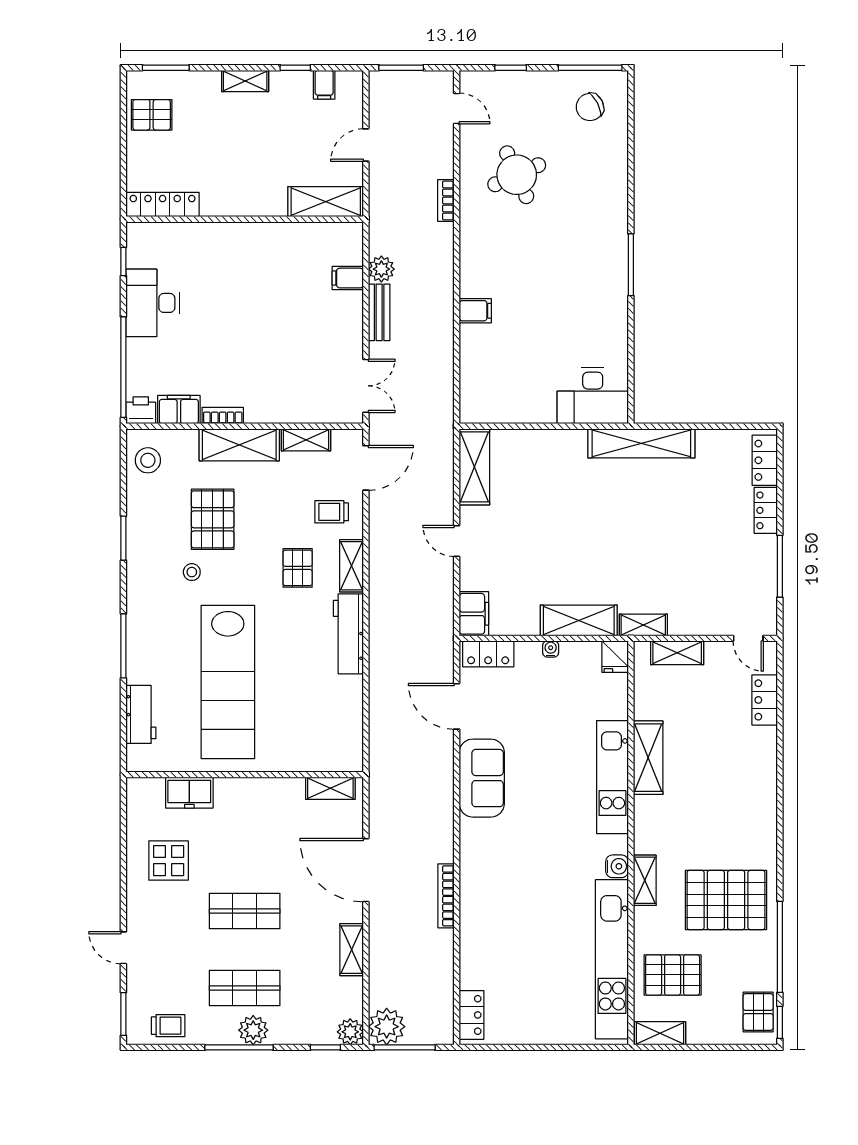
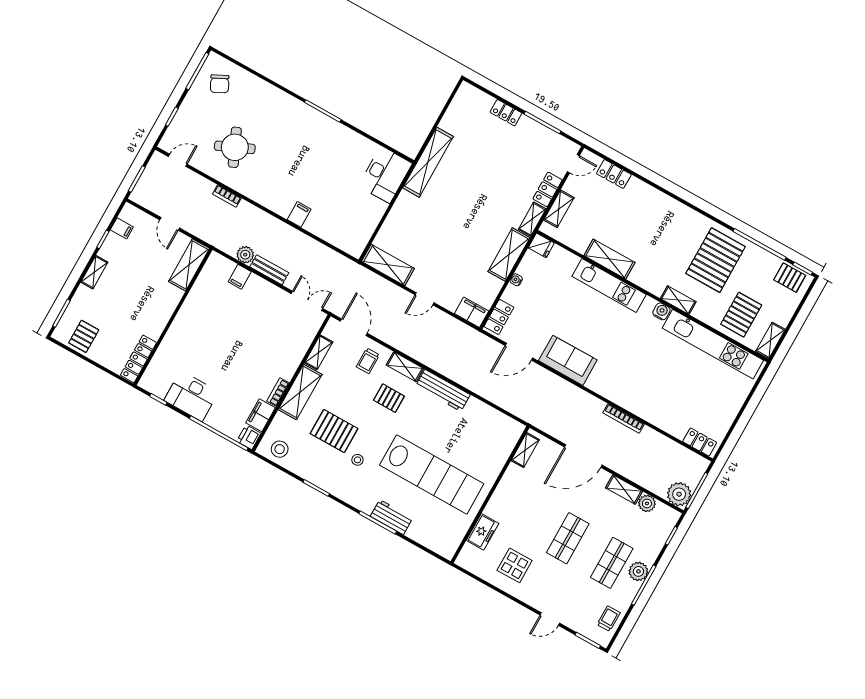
locker: (765, 460) -> (548, 189), moved, turned 90
workbench: (141, 714) -> (392, 517), moved
plant: (350, 1032) -> (647, 503), moved

